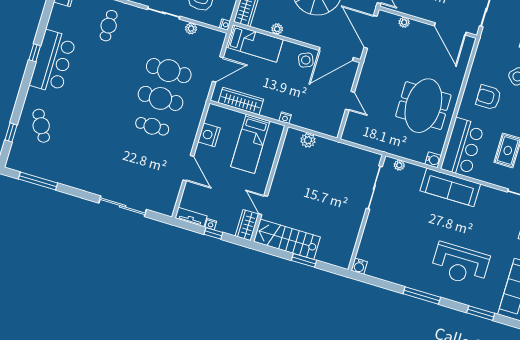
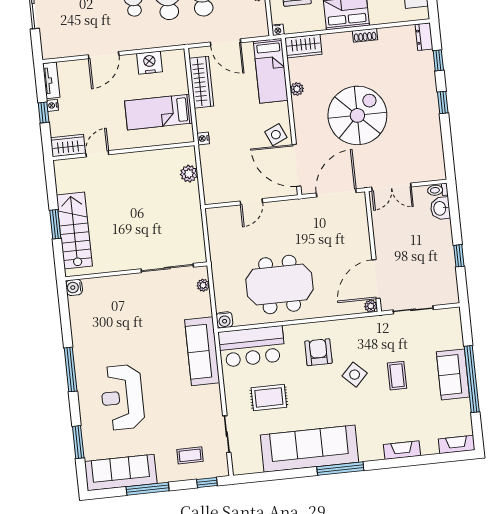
plant: (404, 22) -> (371, 306), moved
stairs: (287, 239) -> (74, 231), moved

